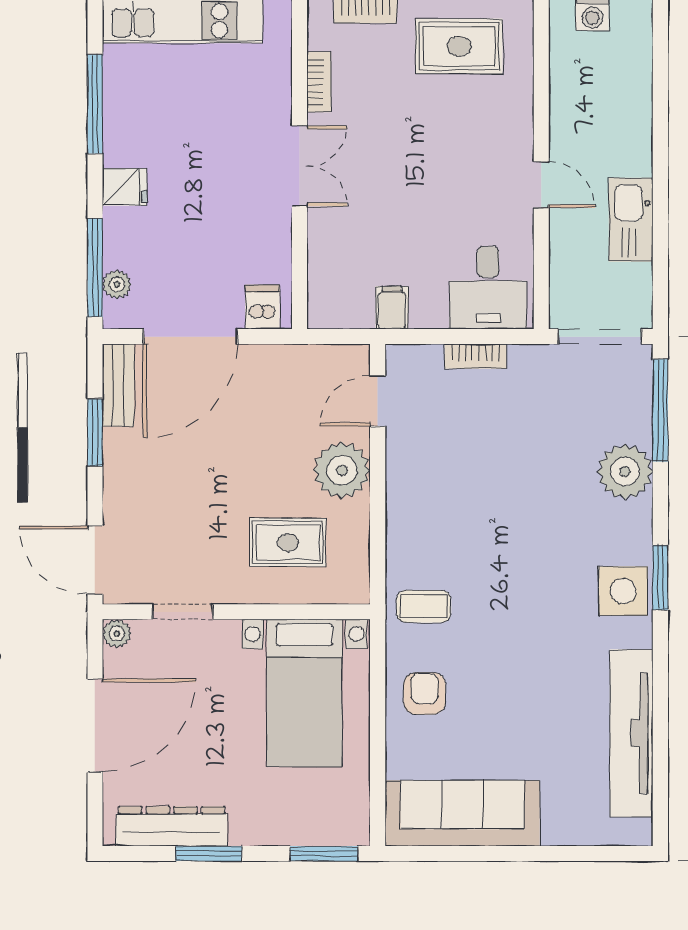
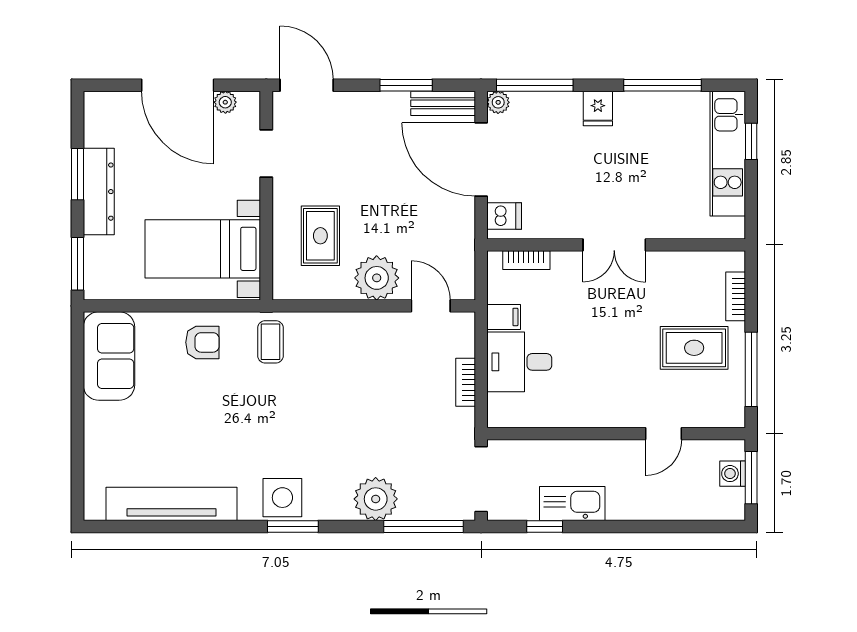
rug: (459, 46) -> (694, 348), moved, turned 90
bookcase: (319, 82) -> (526, 260), moved
door: (541, 185) -> (664, 434), moved
window: (660, 255) -> (545, 527), added
plant: (117, 284) -> (498, 102), moved
desk: (488, 288) -> (519, 362), moved
door: (95, 560) -> (307, 85), hinge flipped
plant: (117, 634) -> (225, 102), moved
sofa: (462, 813) -> (109, 356), width x0.73
dresser: (172, 826) -> (99, 192), moved

